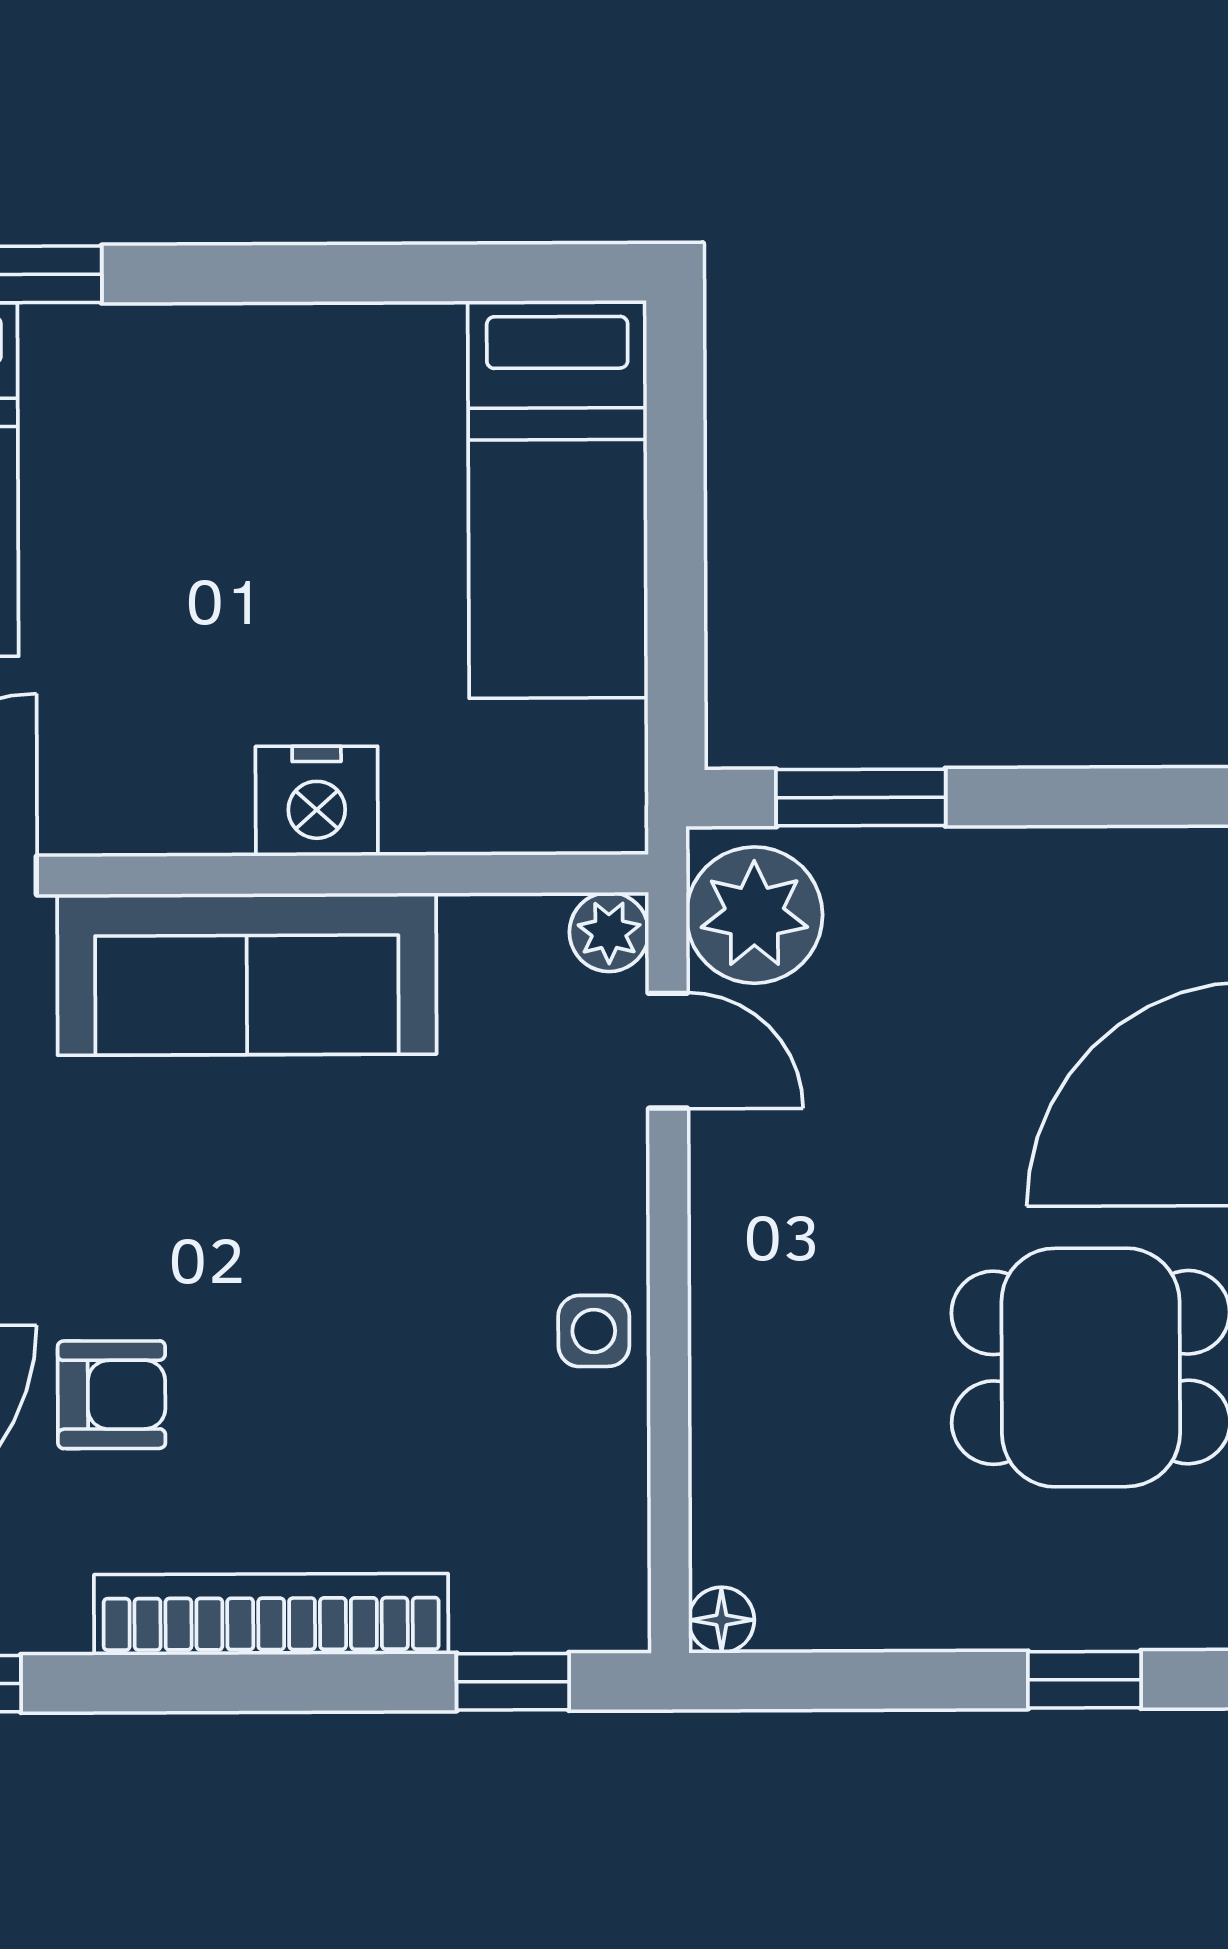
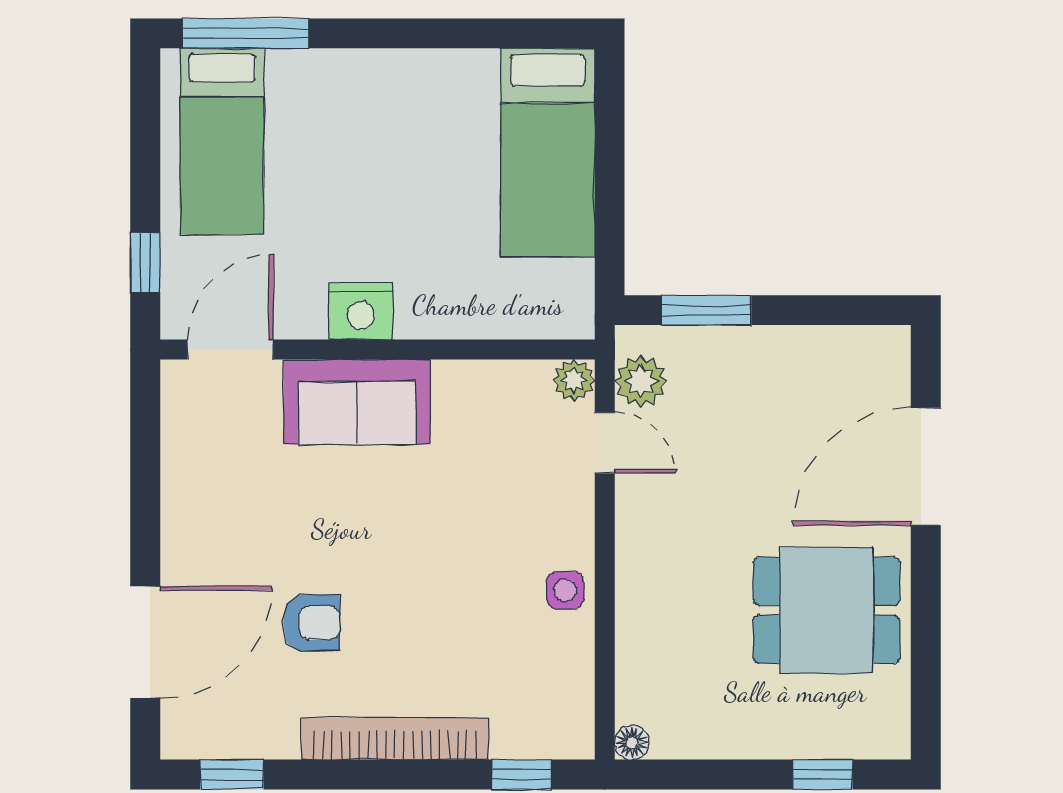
nightstand: (317, 801) -> (361, 311), moved
plant: (754, 915) -> (641, 381), width x0.73, depth x0.73
sofa: (247, 974) -> (357, 402), width x0.73

